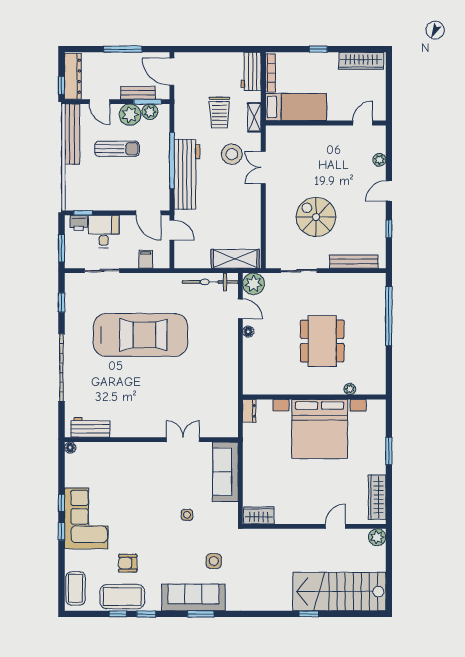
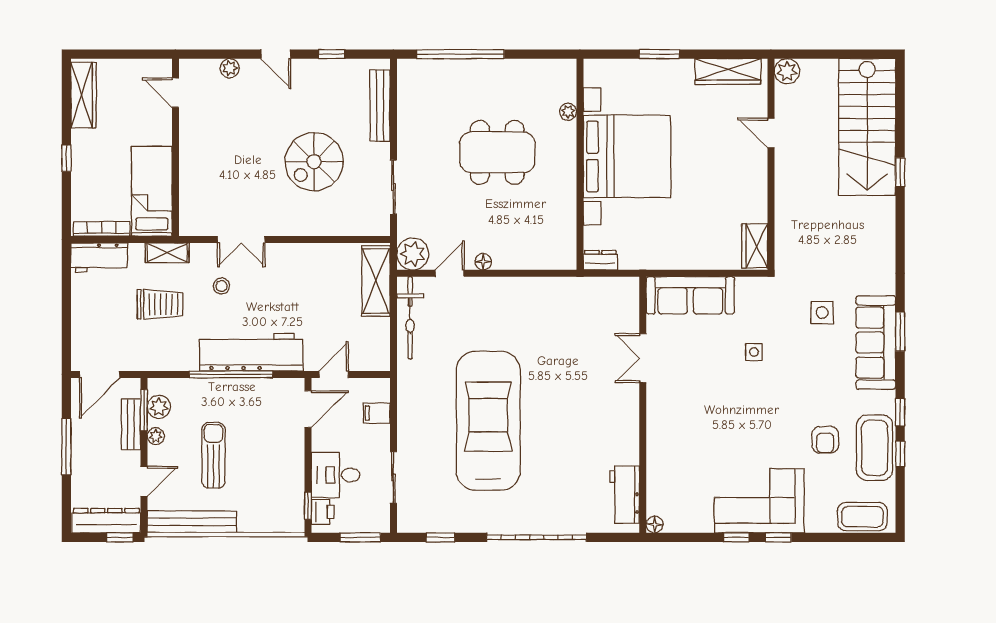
plant: (130, 115) -> (156, 436), width x0.53, depth x0.53
stool: (232, 154) -> (221, 286), width x0.53, depth x0.53

